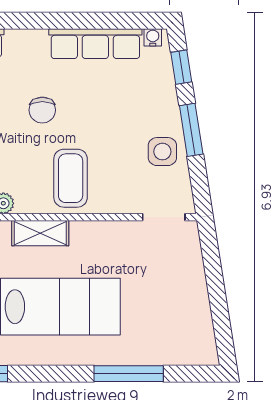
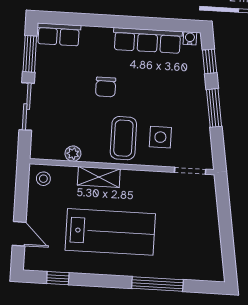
side table: (162, 152) -> (160, 137), moved

